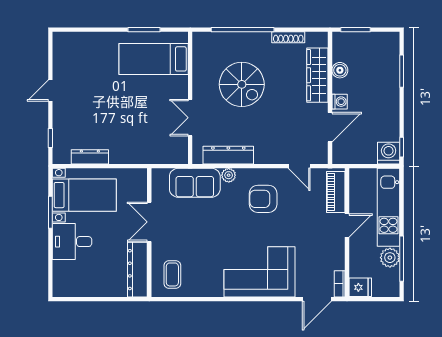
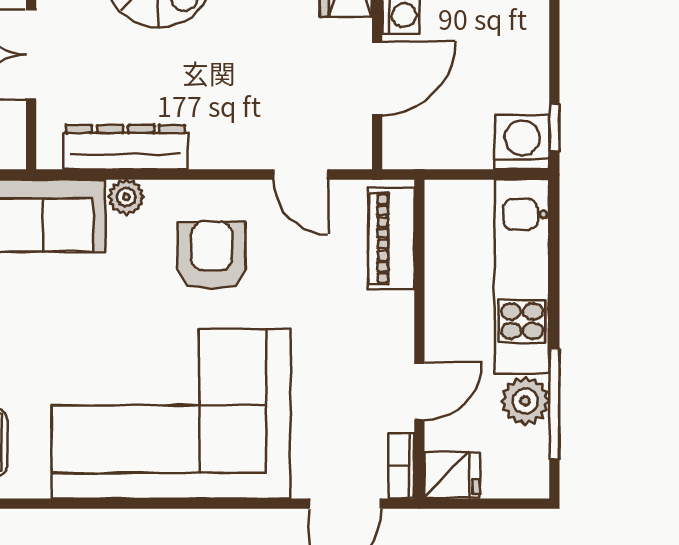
armchair: (263, 199) -> (212, 256), turned 90
door: (347, 225) -> (419, 391), moved
corner sofa: (259, 272) -> (171, 414), width x1.36, depth x1.36

